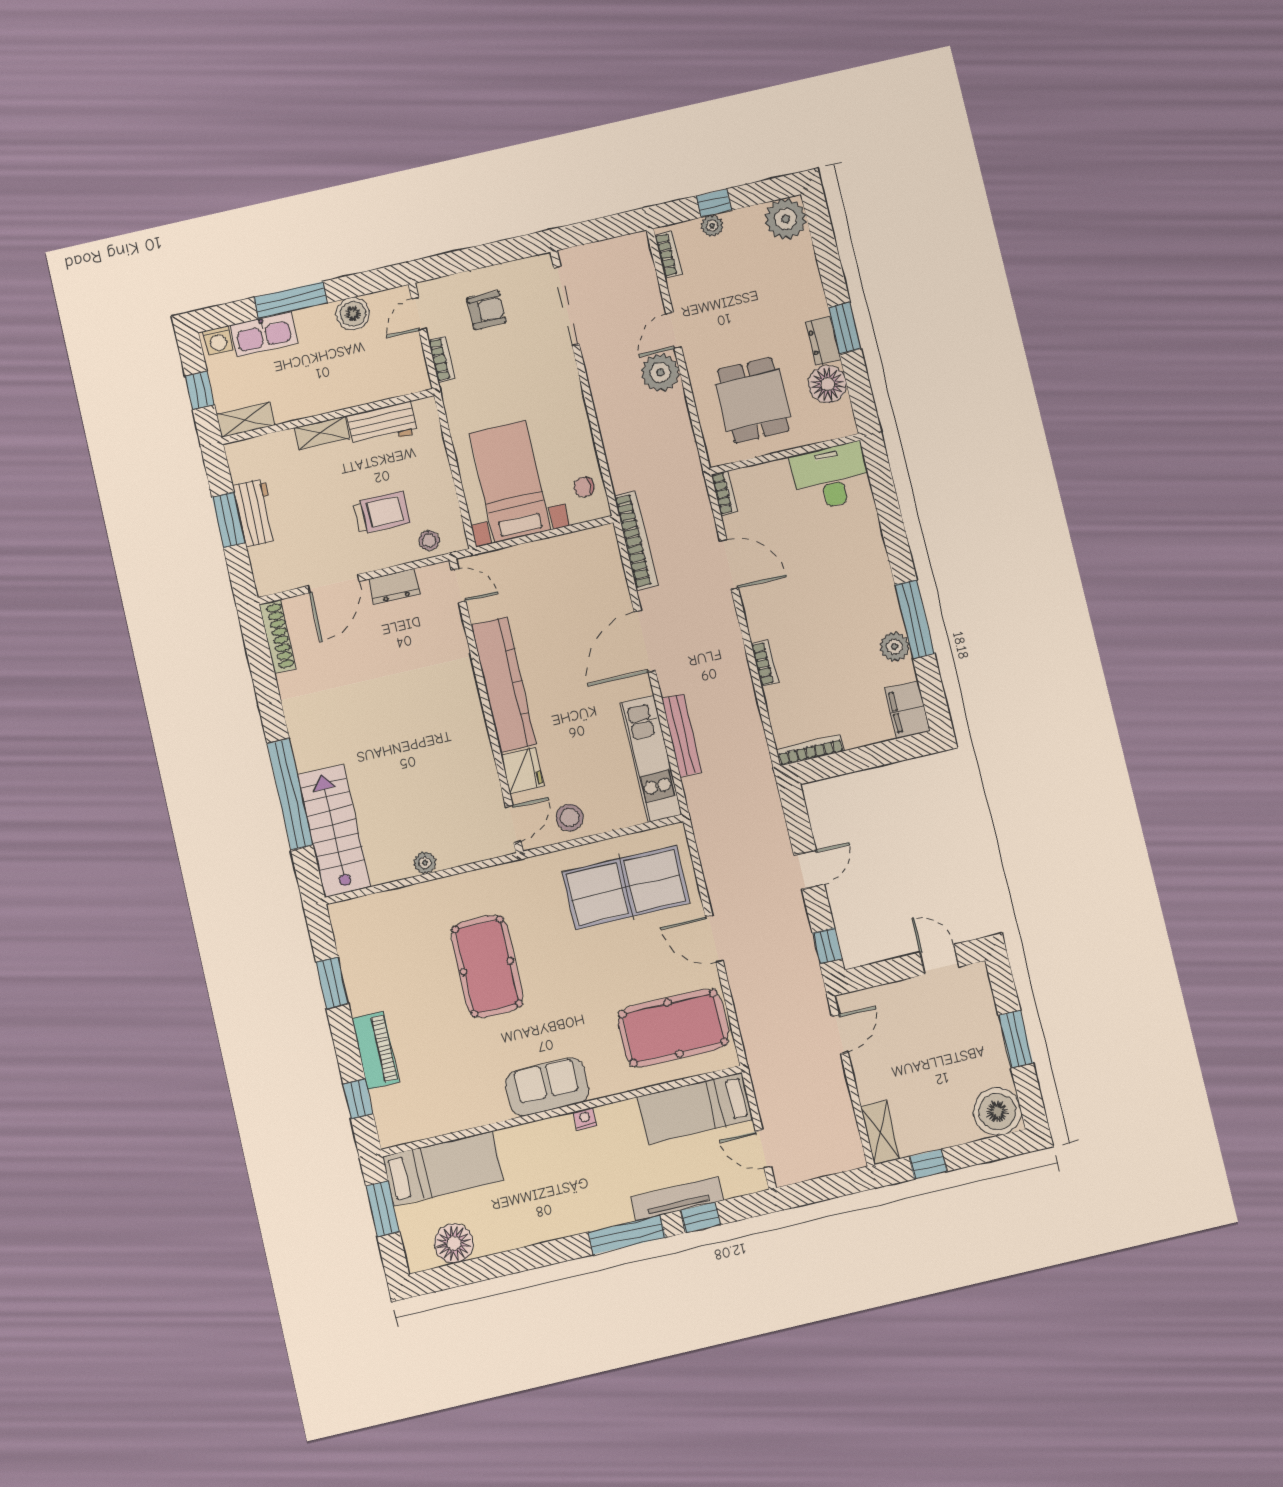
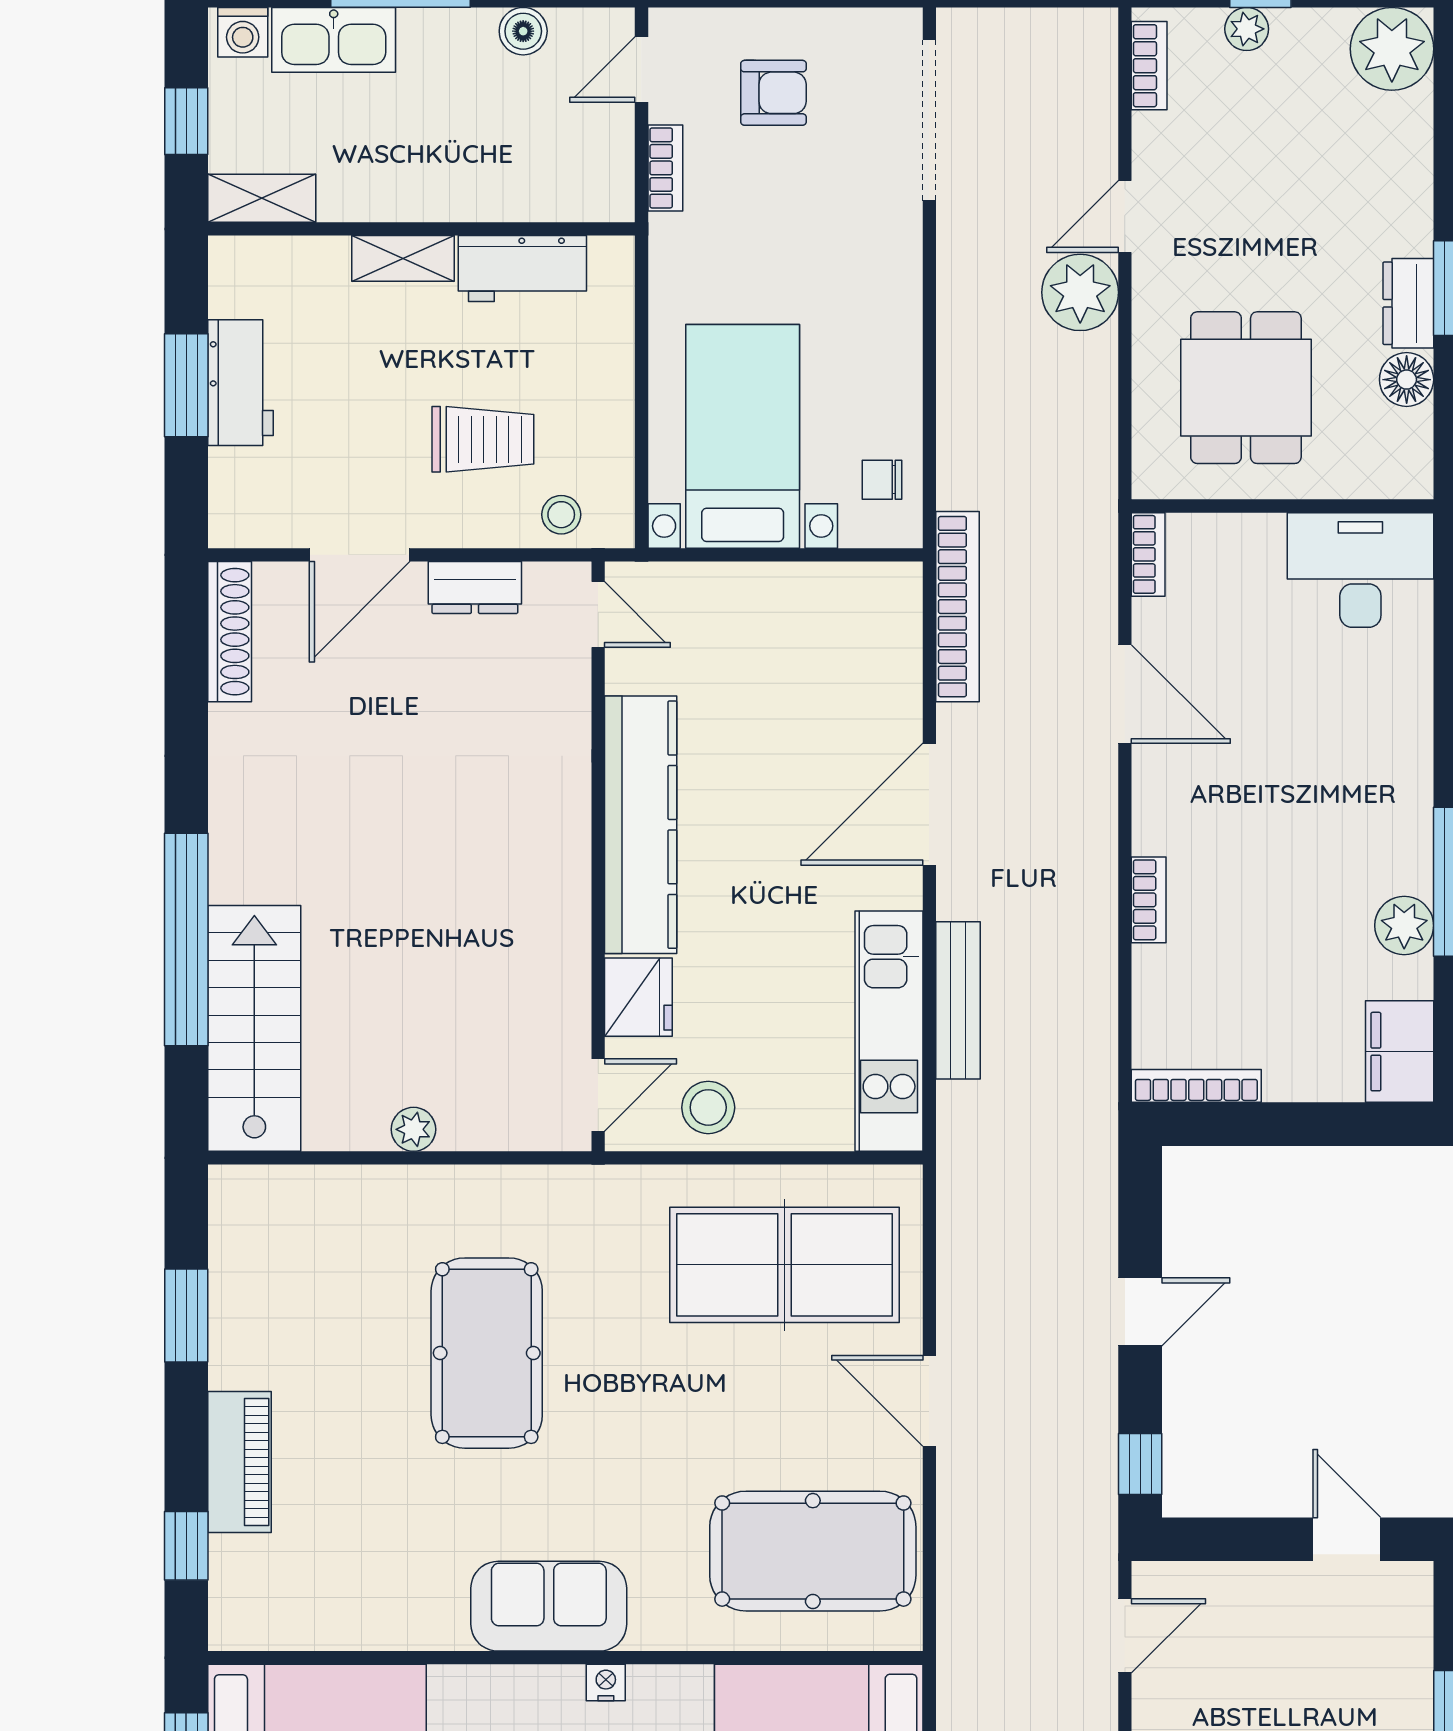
boiler: (353, 314) -> (523, 31), width x0.73, depth x0.73
floor lamp: (828, 384) -> (1407, 380), width x0.73, depth x0.73

